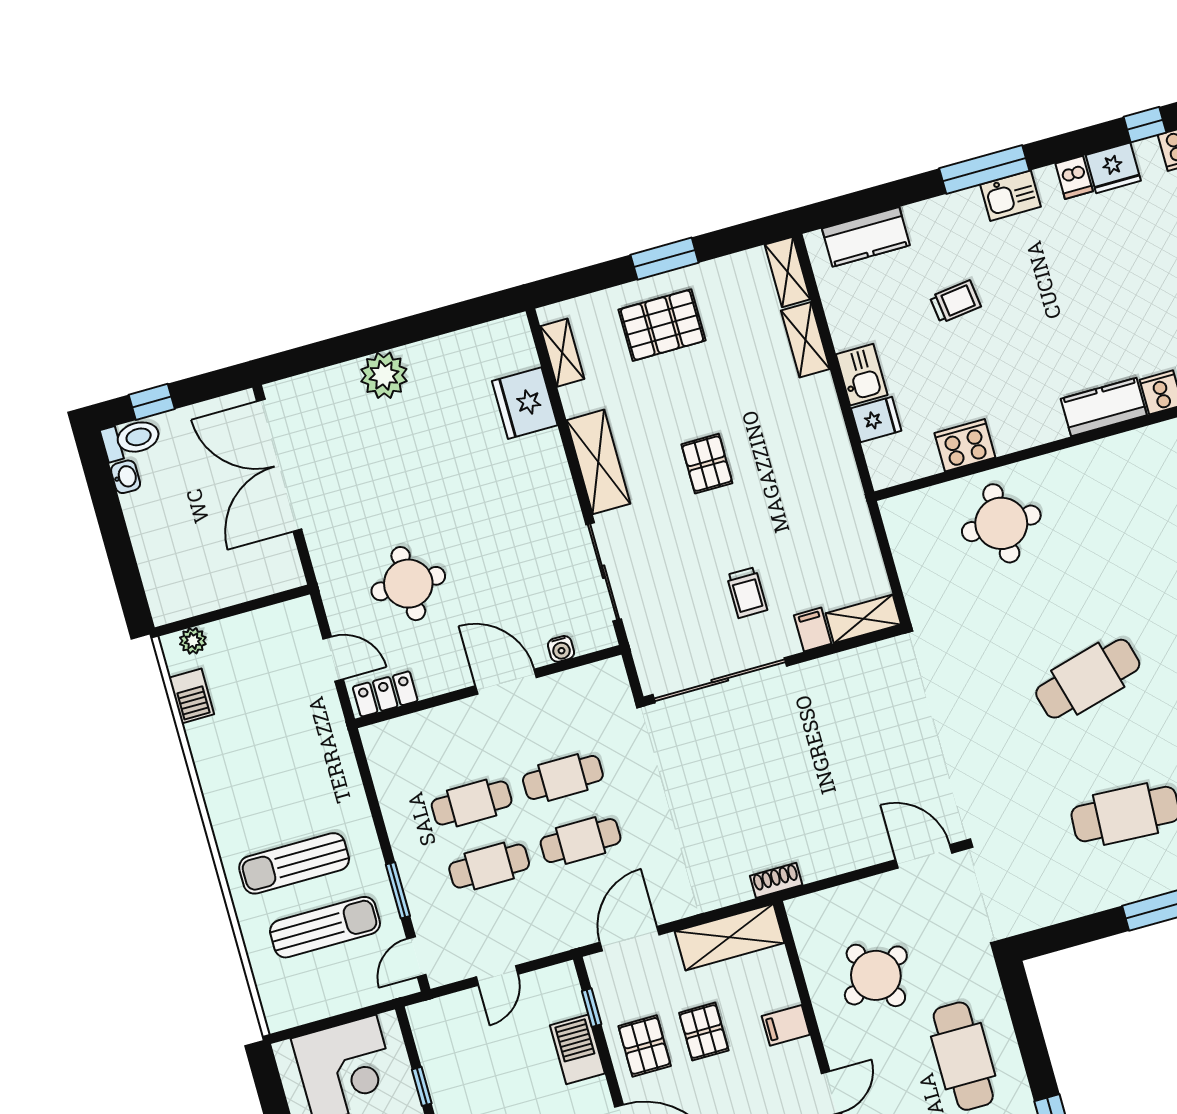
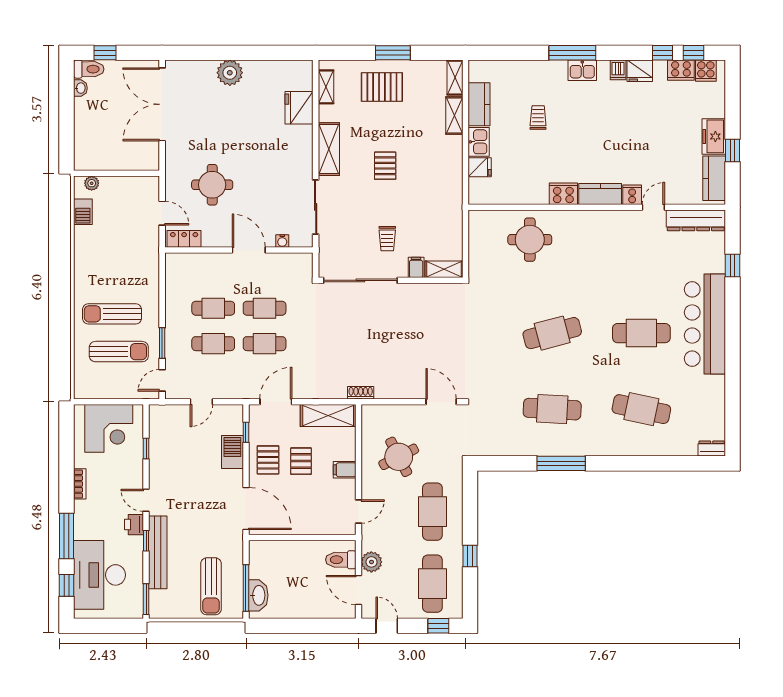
kitchen counter: (866, 237) -> (479, 104), moved, turned -90
trolley: (955, 302) -> (538, 117), turned -83
cooker: (965, 445) -> (563, 194), moved

